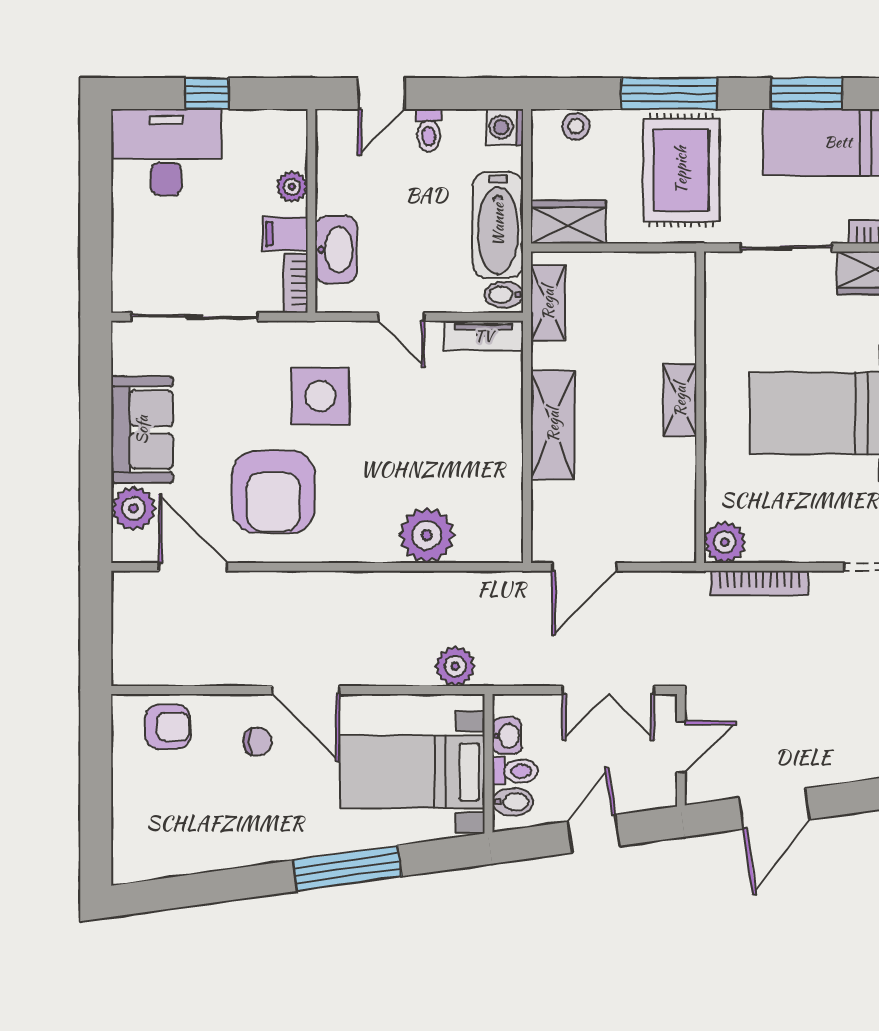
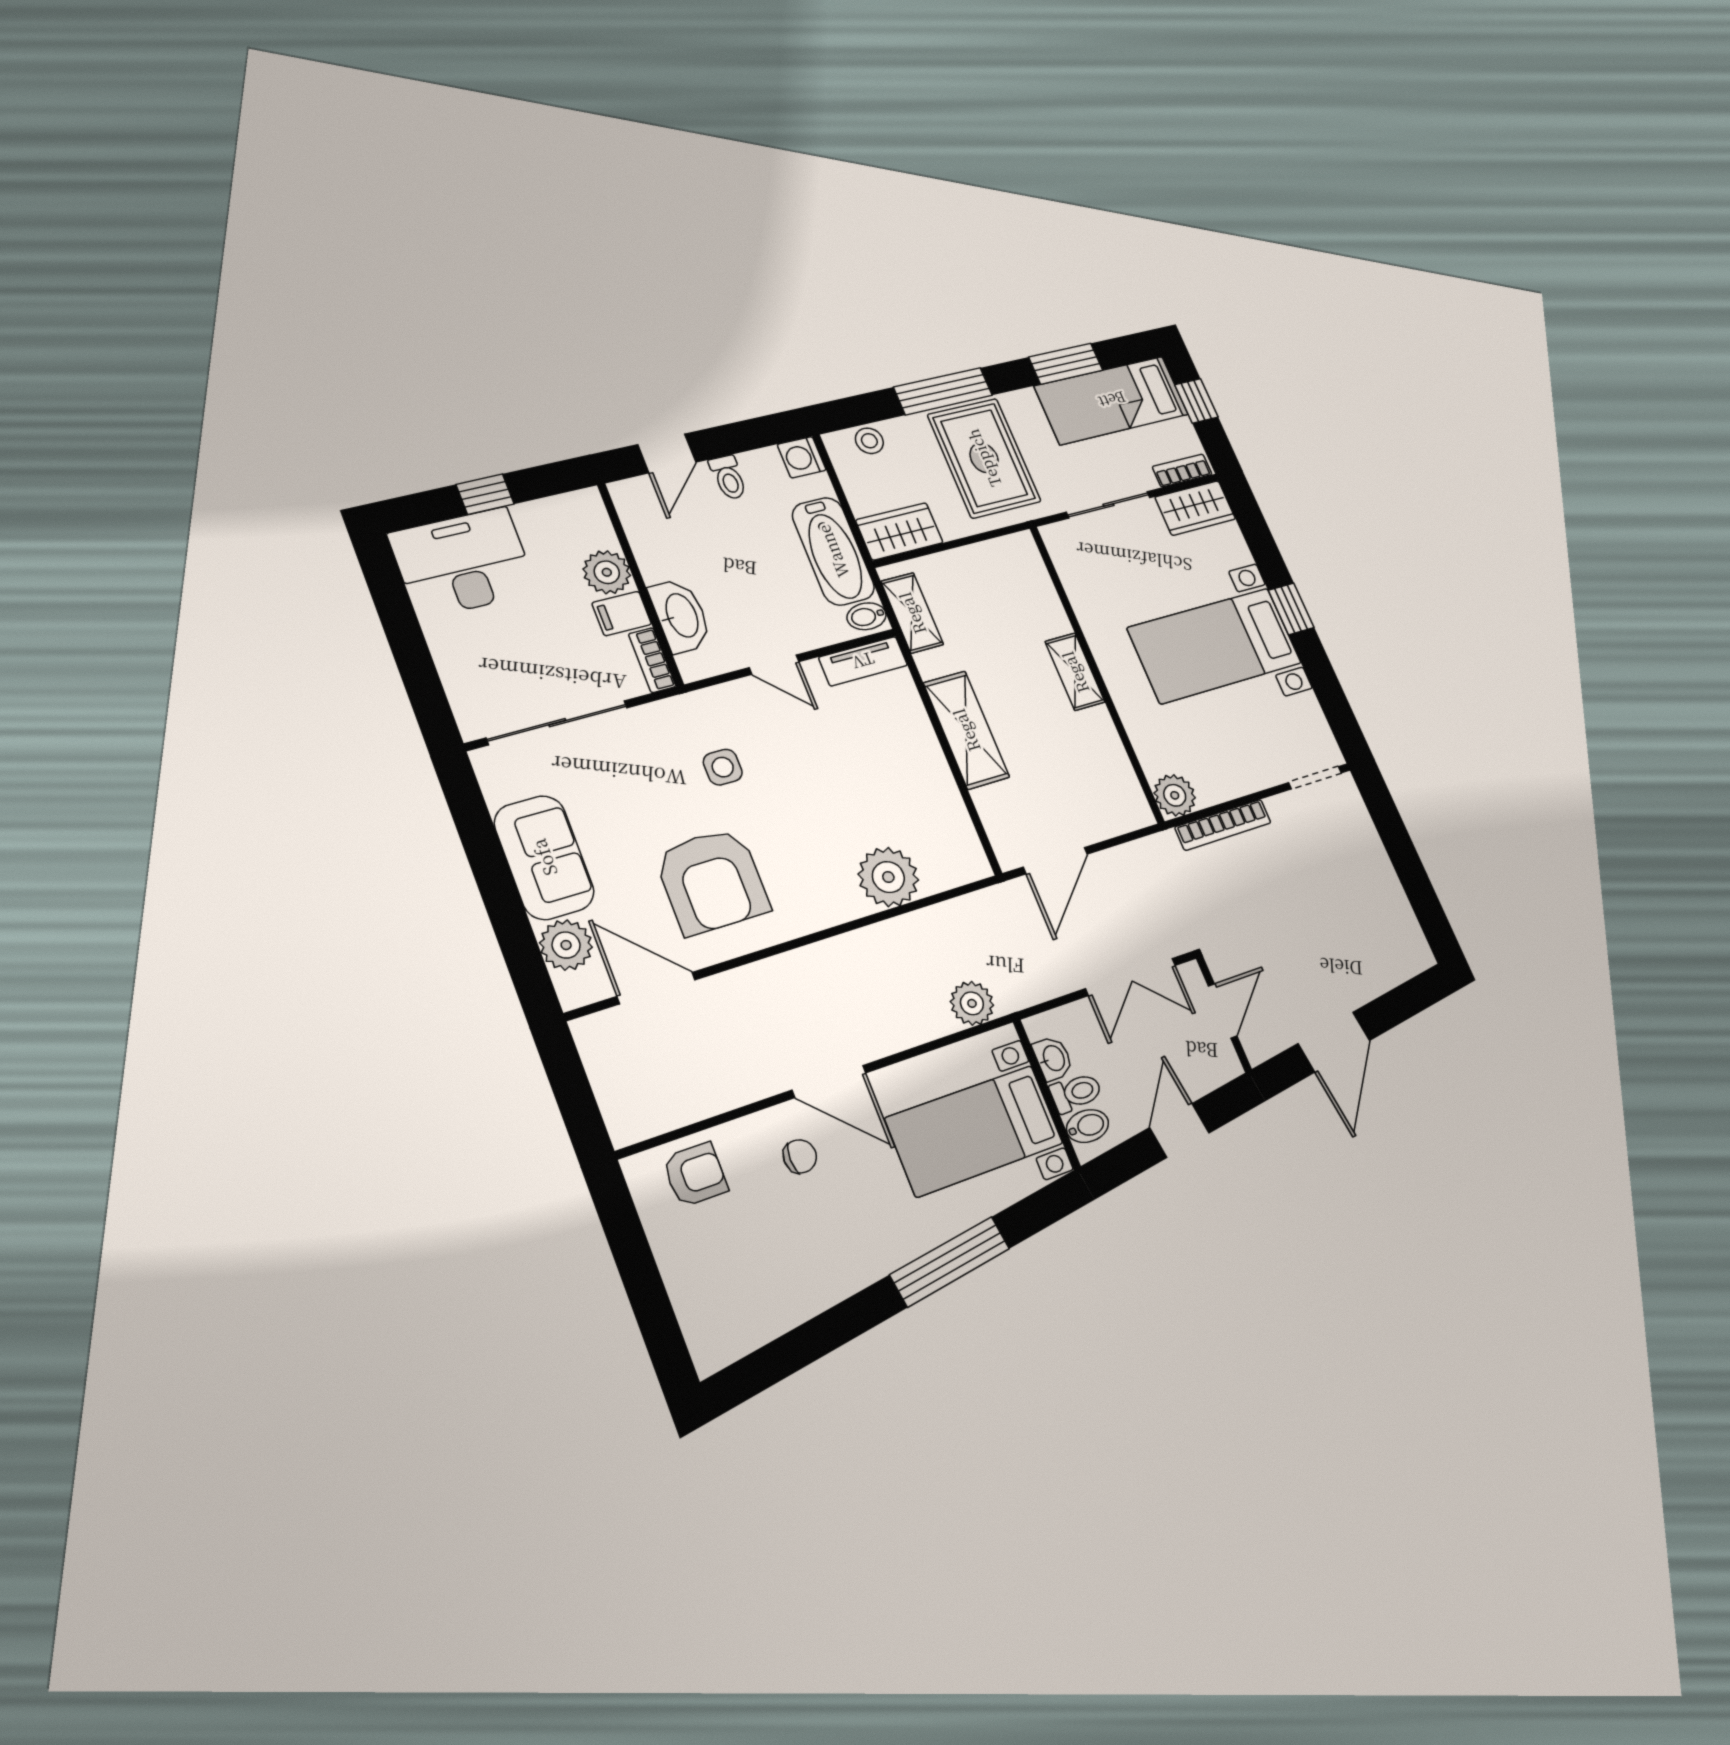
plant: (292, 187) -> (607, 572), width x1.38, depth x1.38
side table: (320, 396) -> (723, 767), width x0.54, depth x0.54

